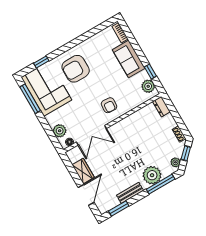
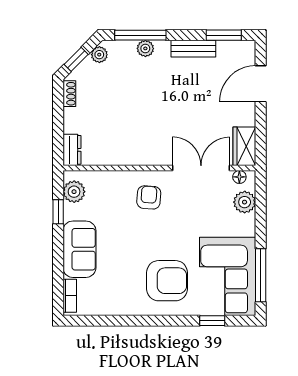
wardrobe: (83, 171) -> (244, 146), moved
plant: (152, 175) -> (145, 48), width x0.53, depth x0.53

